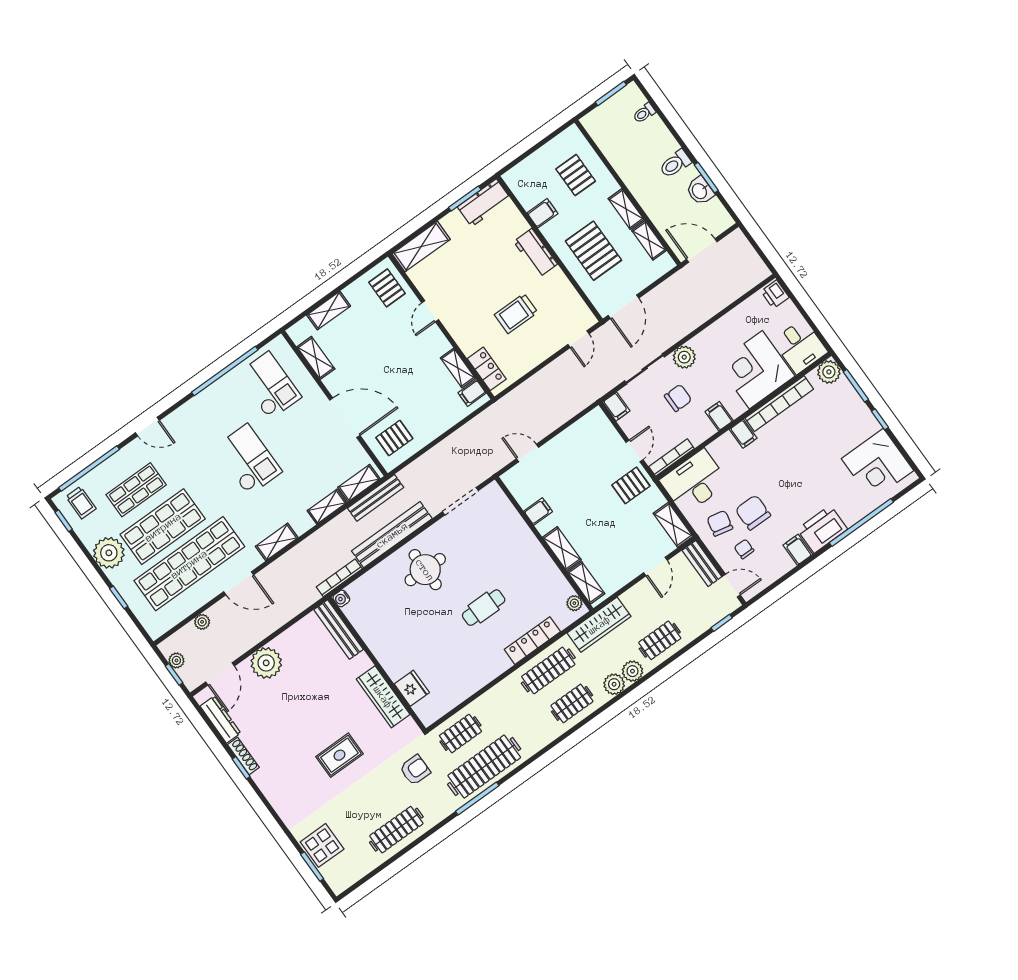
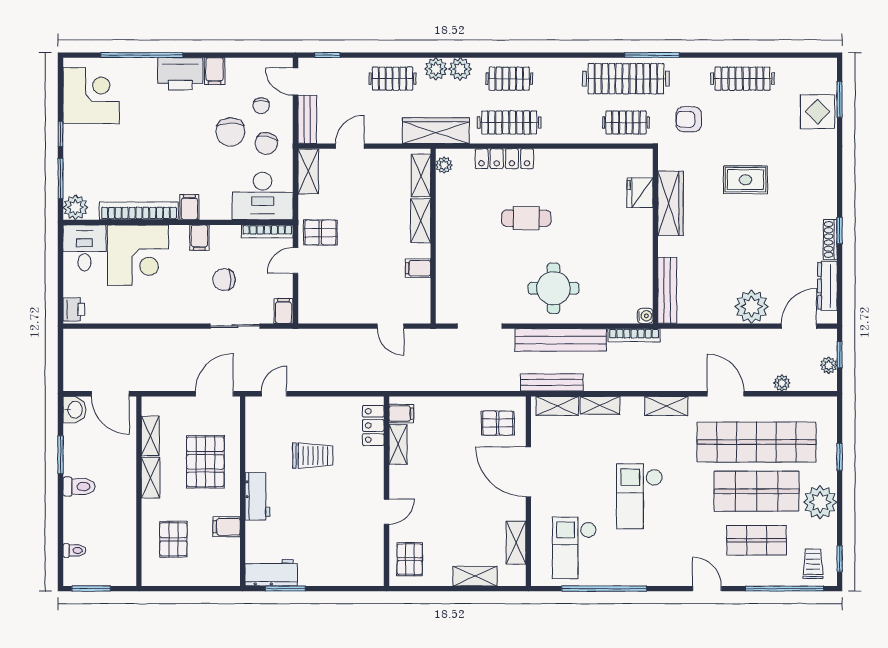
washbasin: (700, 191) -> (74, 410), moved
shelving: (421, 247) -> (354, 574), removed
plant: (684, 357) -> (193, 311), removed

